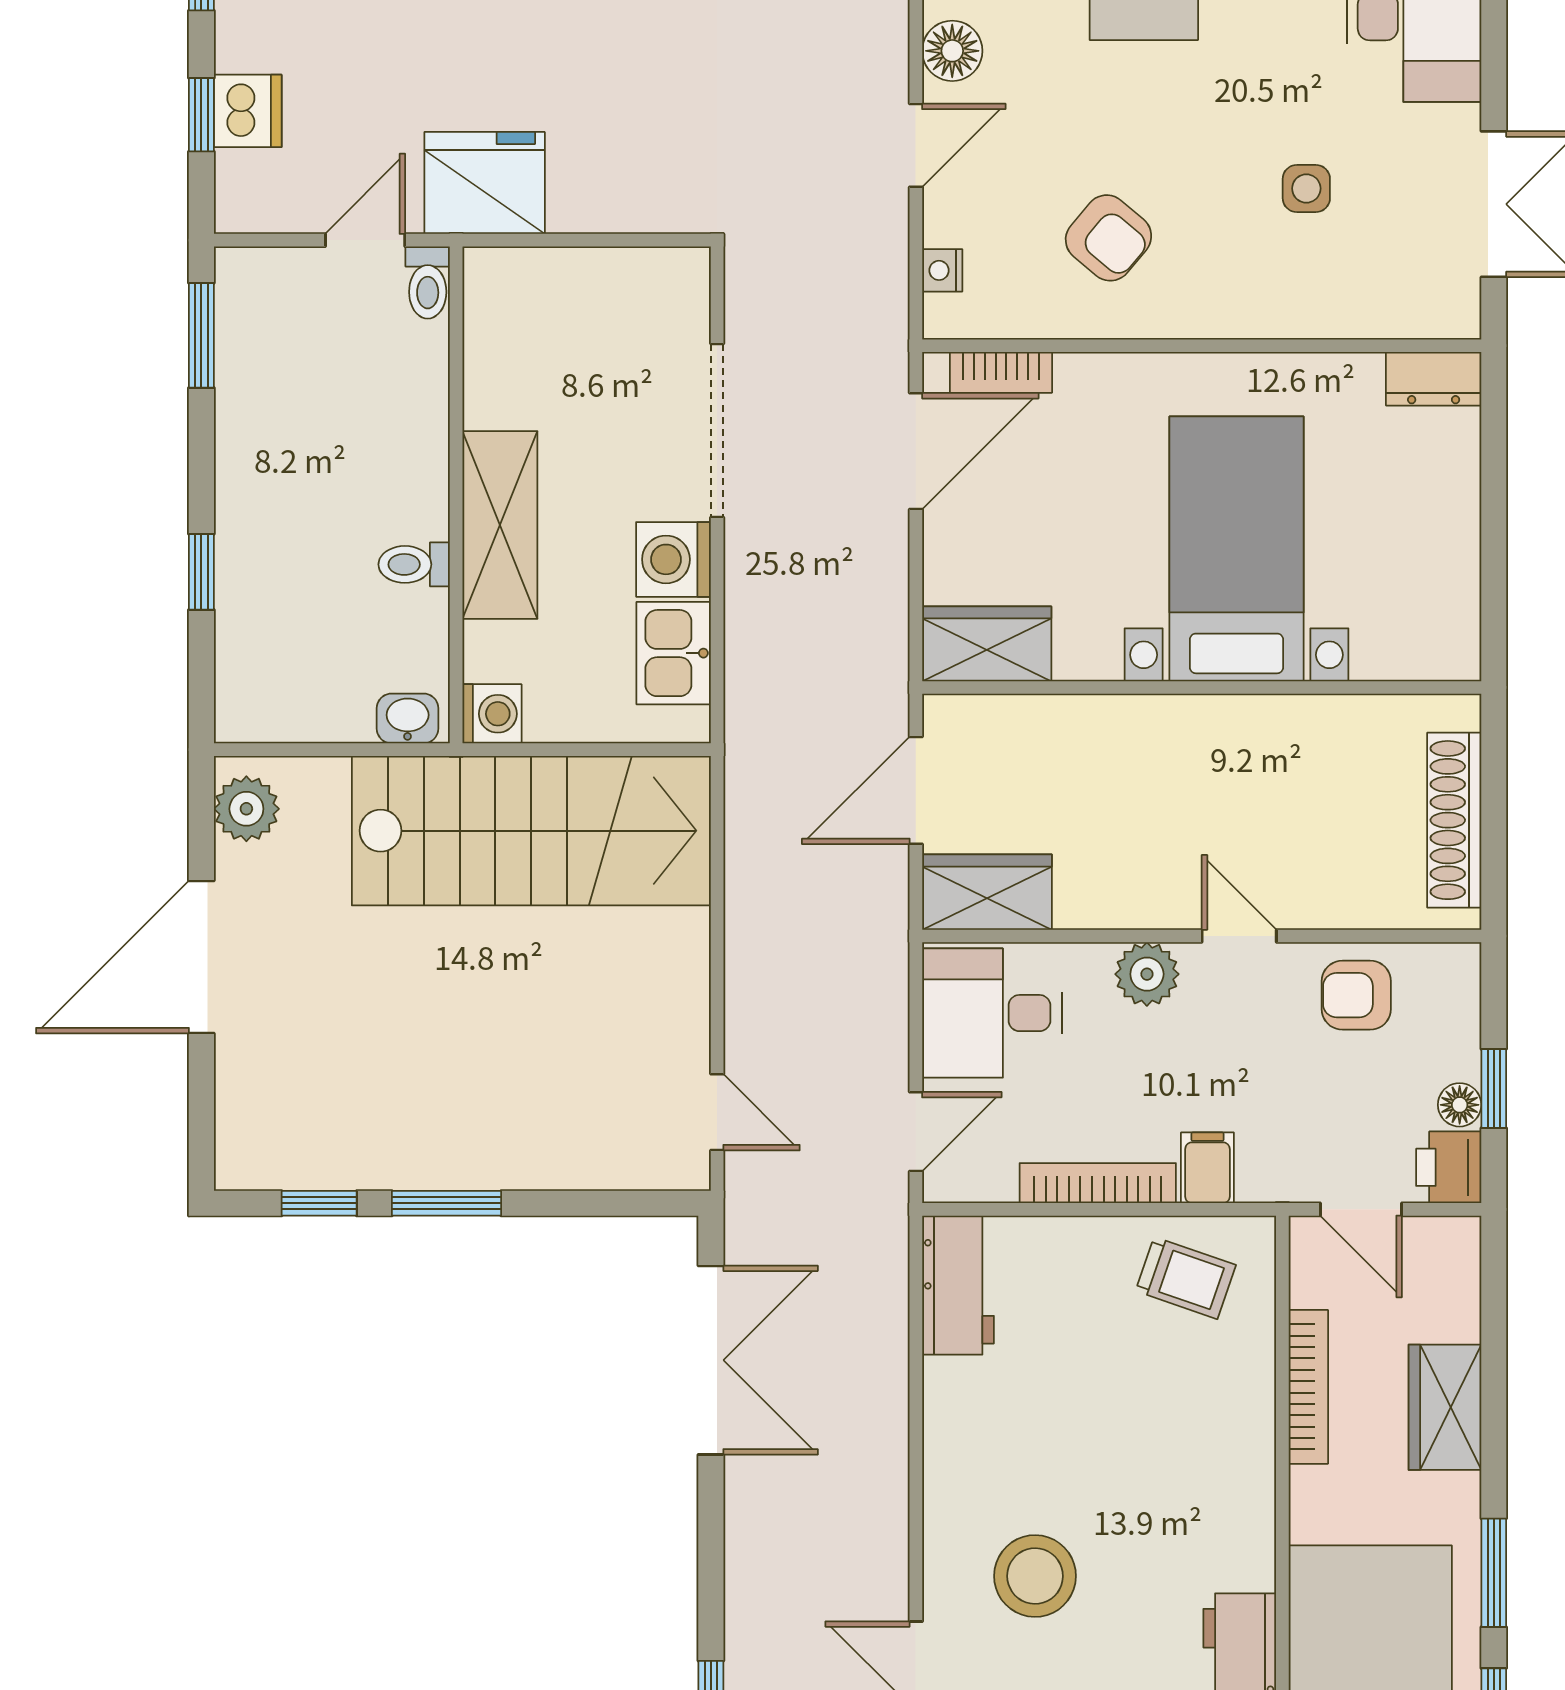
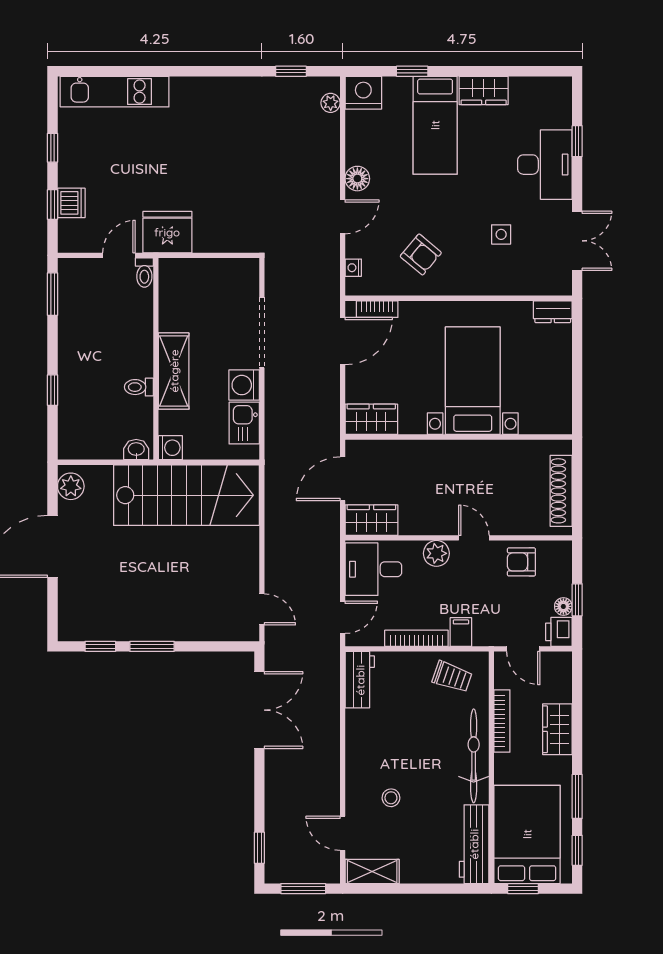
bicycle: (1239, 1473) -> (474, 756), added
stool: (1035, 1576) -> (391, 798), width x0.53, depth x0.53

